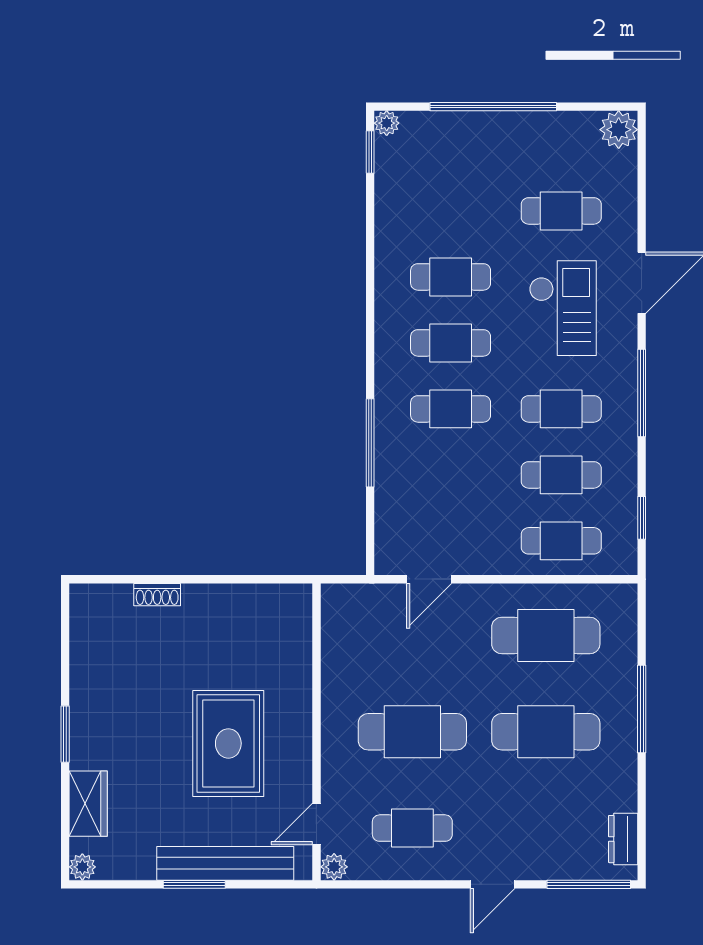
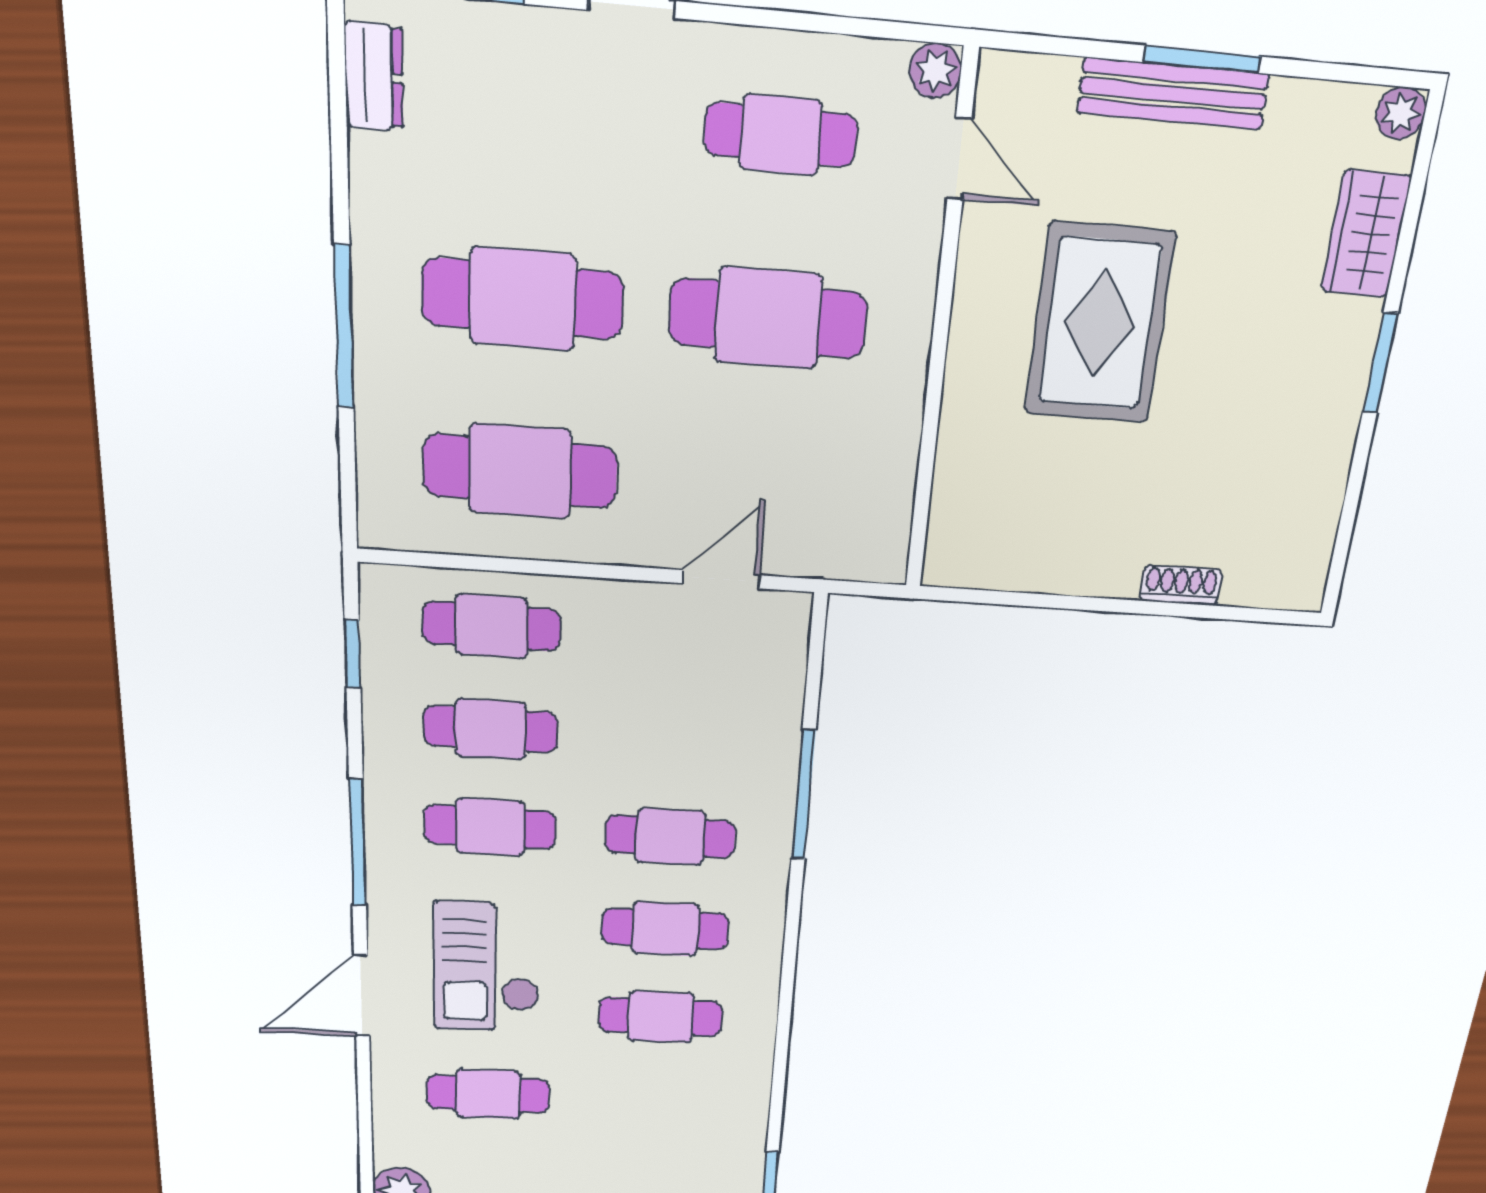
door: (316, 824) -> (959, 159), hinge flipped
bench: (225, 863) -> (1173, 93), width x0.73, depth x0.82

